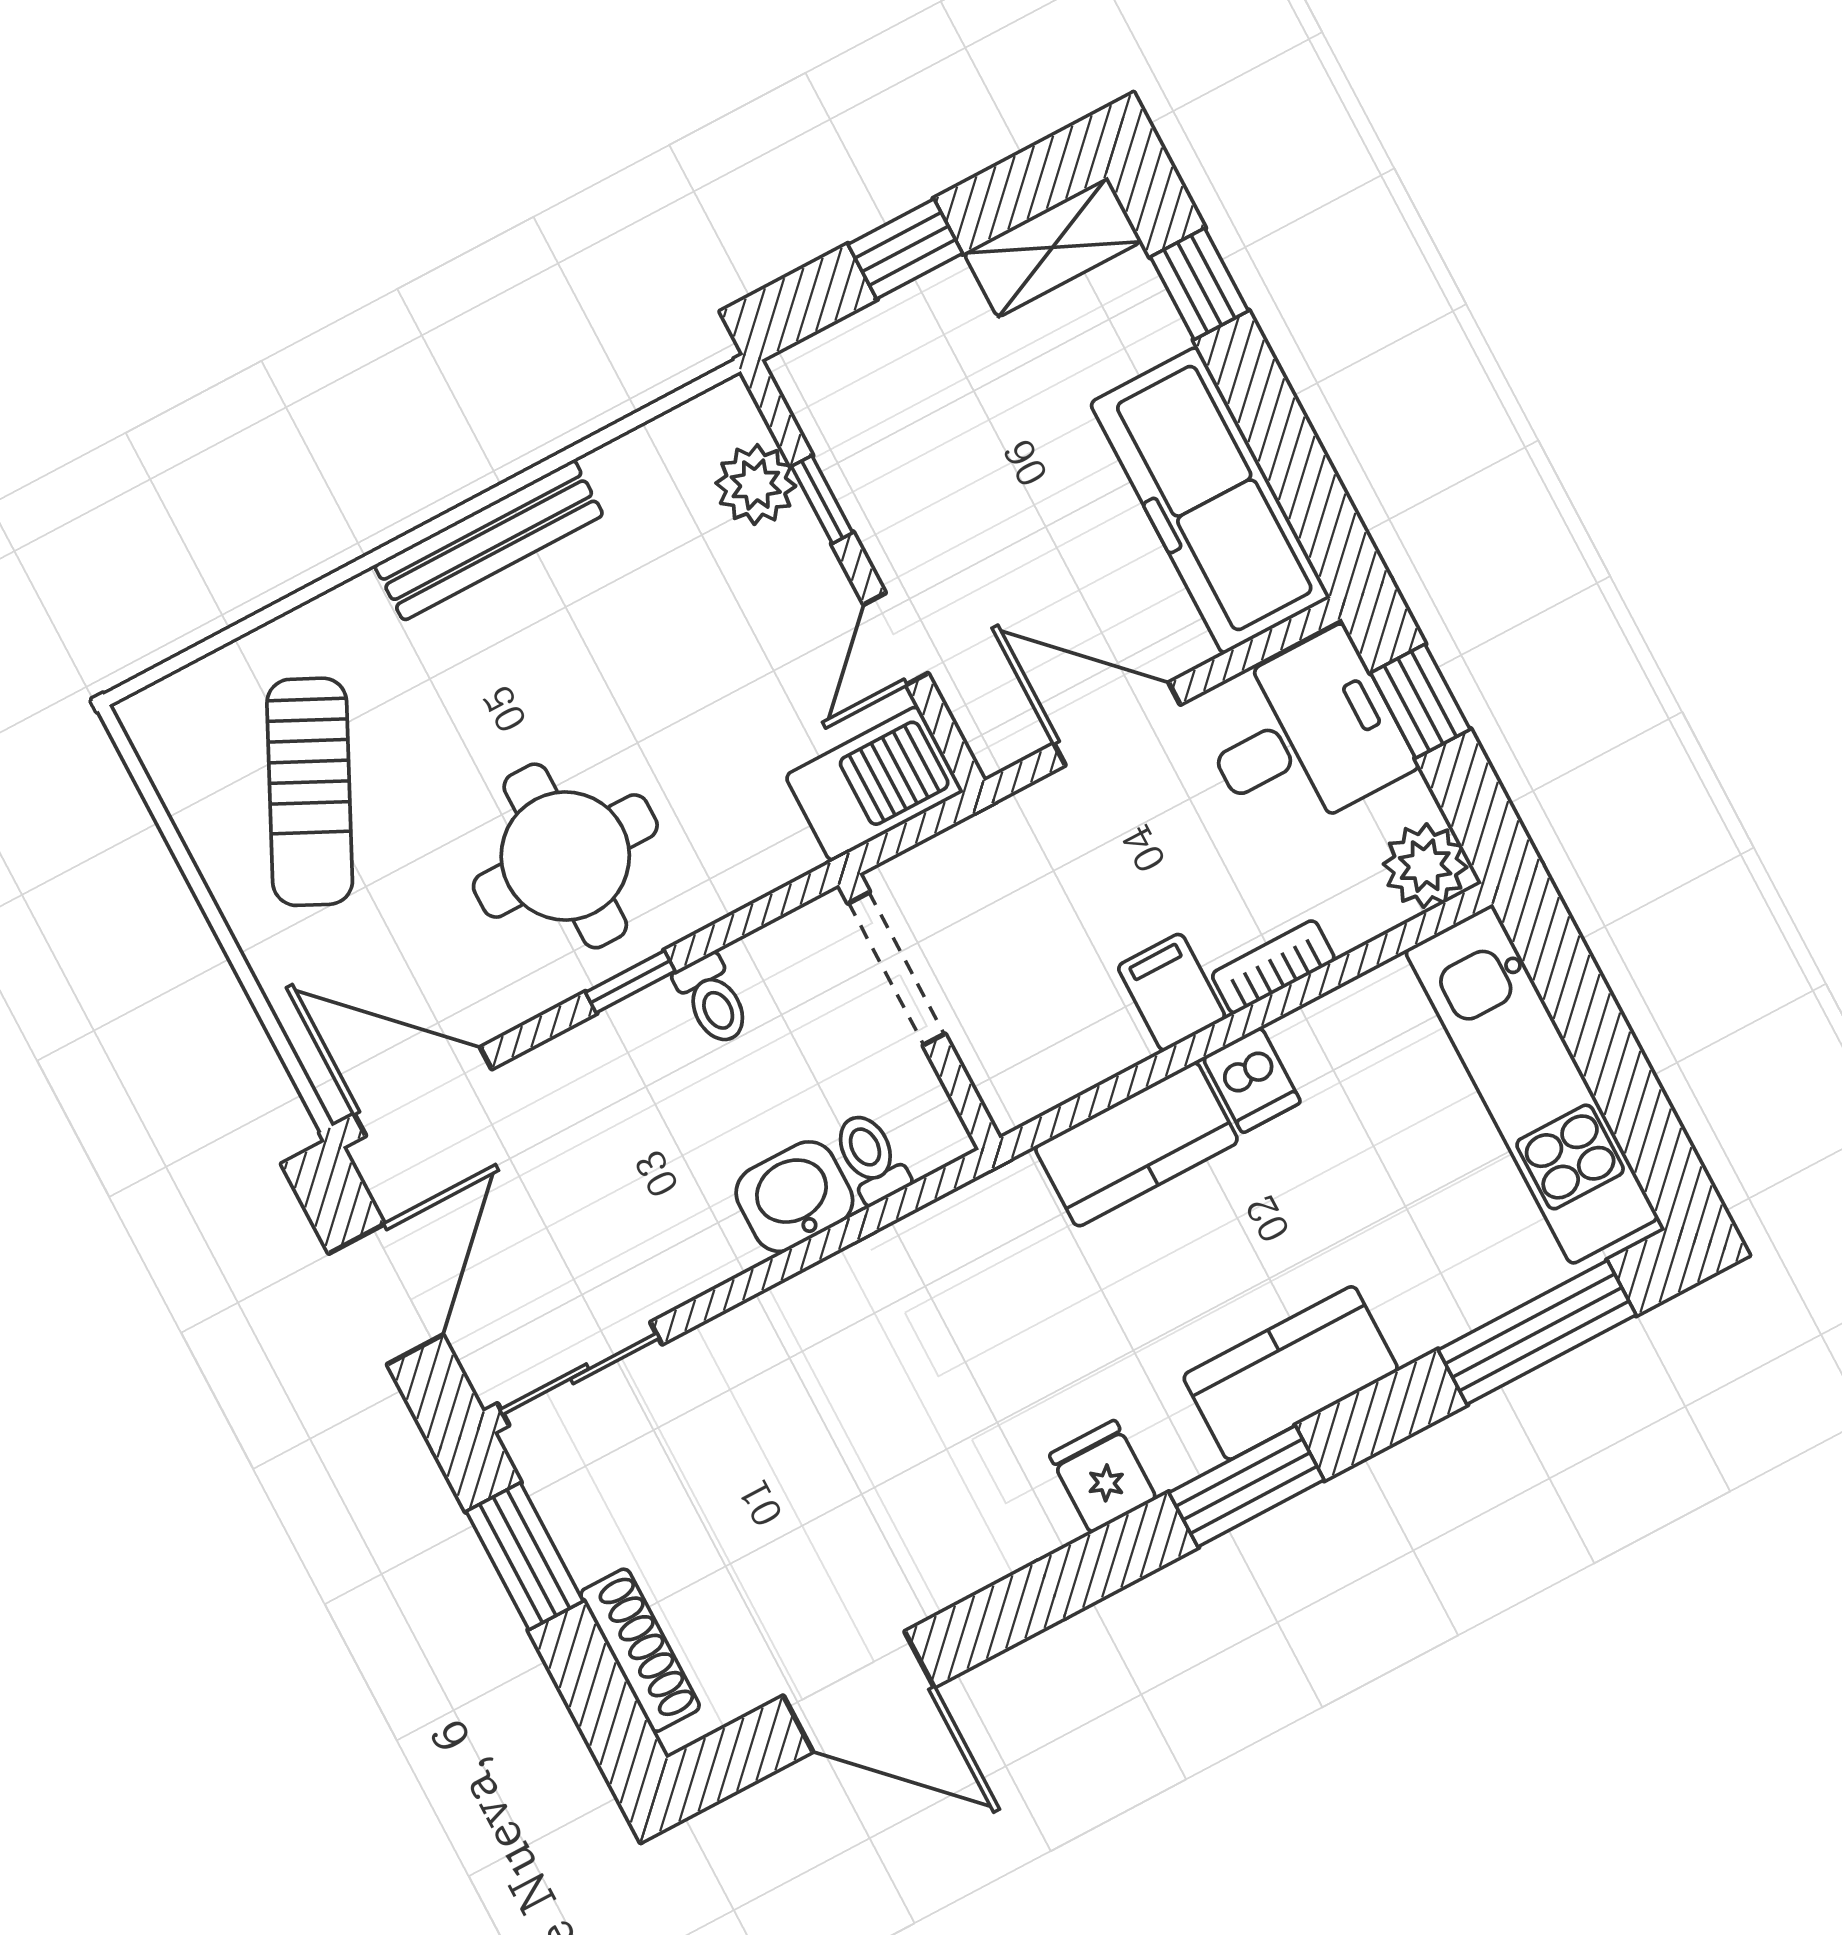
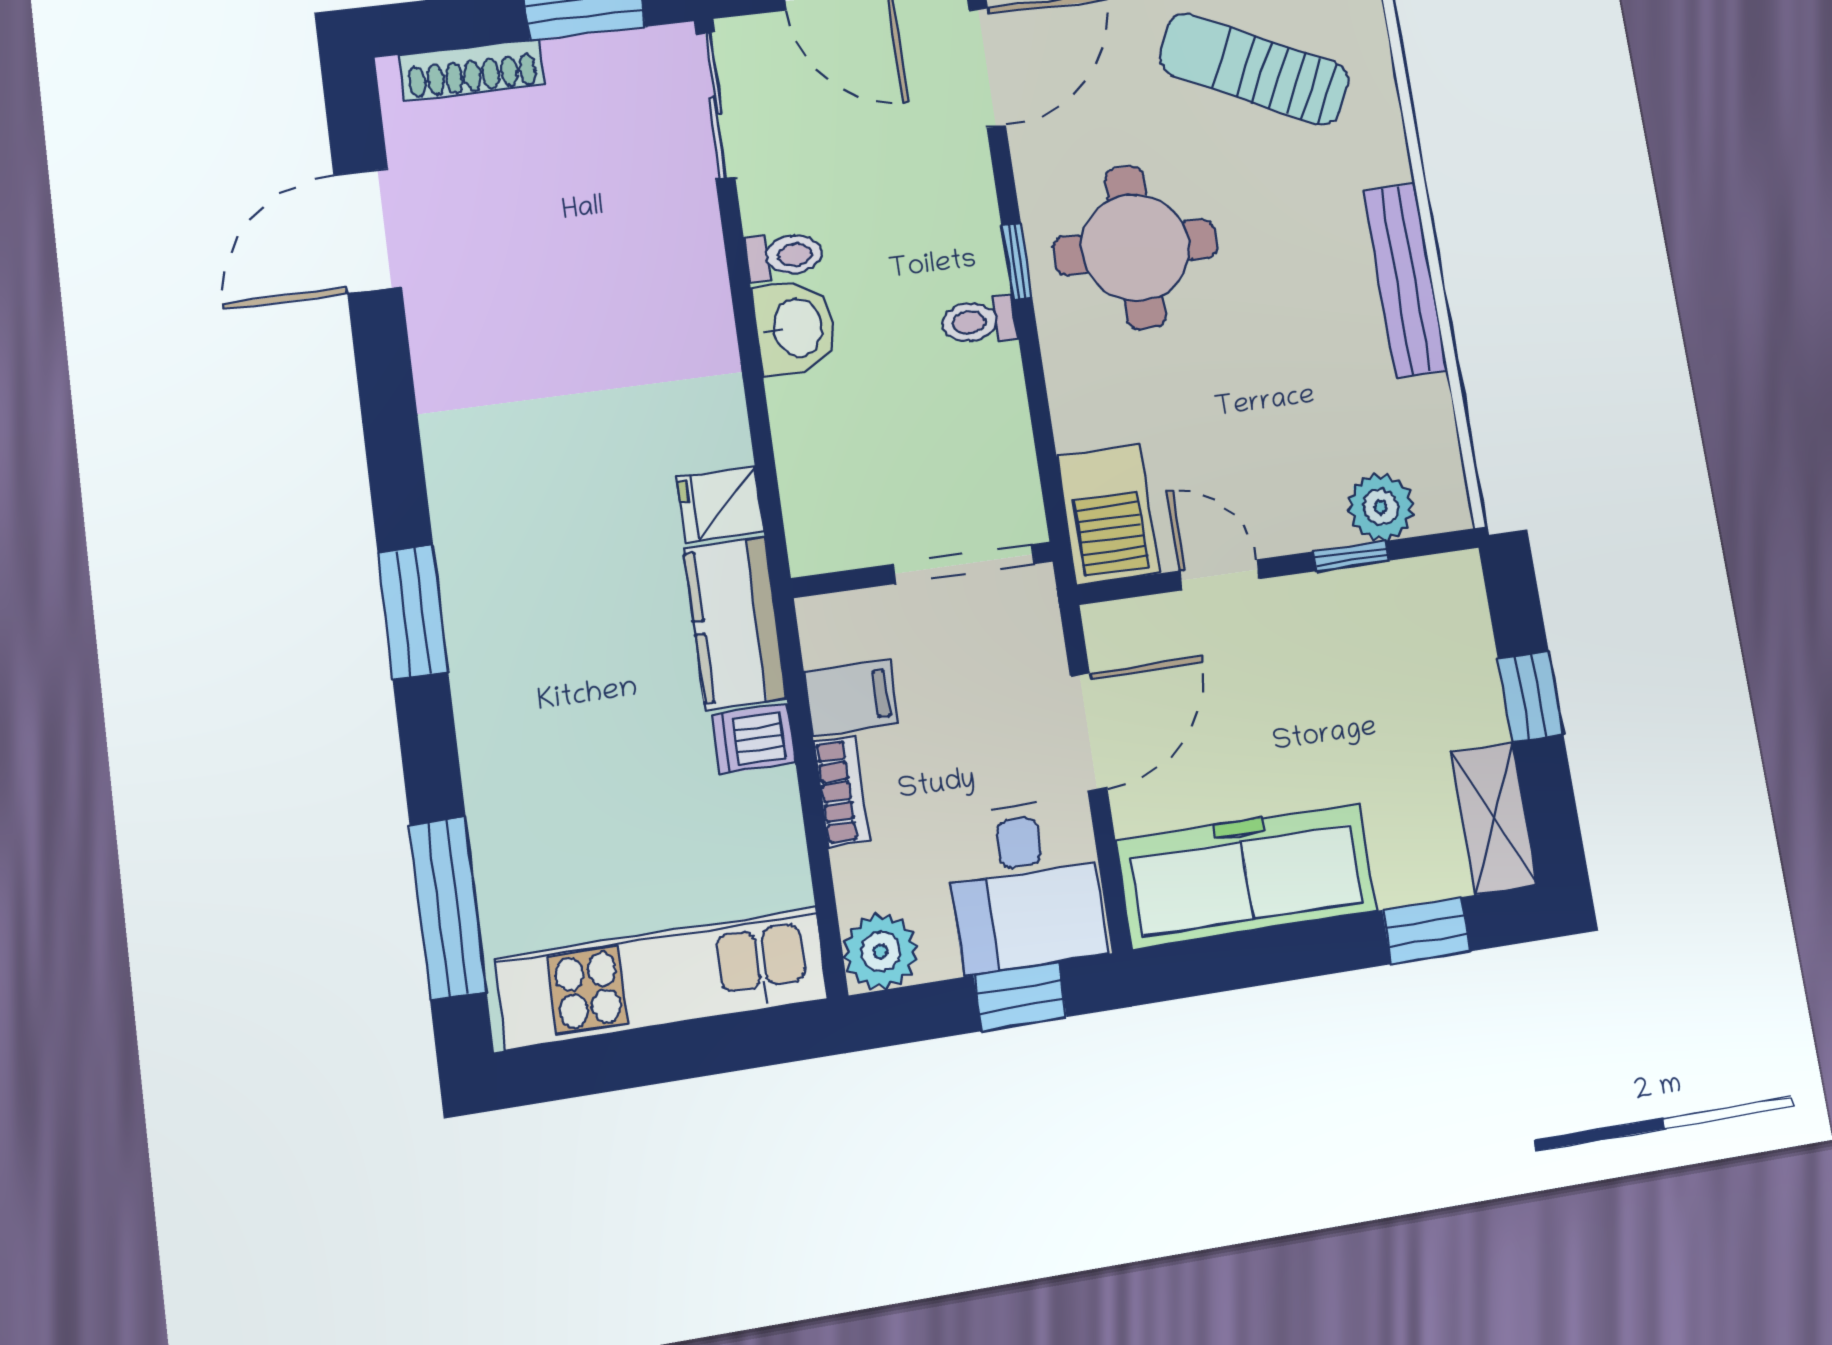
doorway: (896, 969) -> (964, 564), moved
wall: (919, 1011) -> (922, 570), moved
toilet: (871, 1158) -> (784, 256), moved
kitchen counter: (1291, 1373) -> (494, 684), removed
fridge: (1103, 1477) -> (720, 504), moved, turned 180

